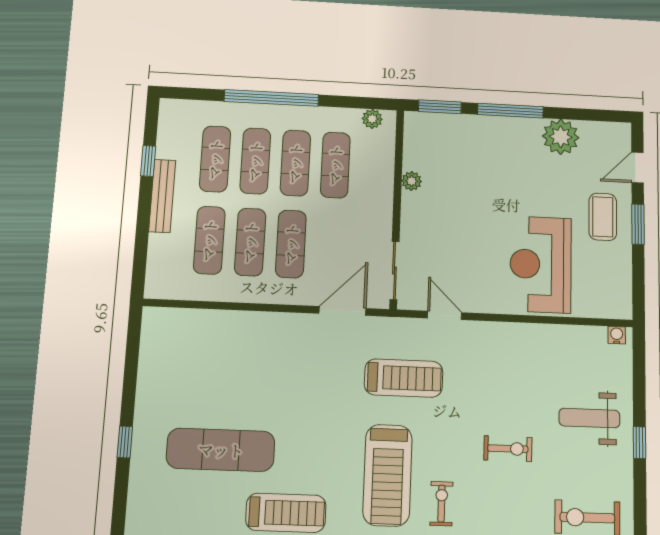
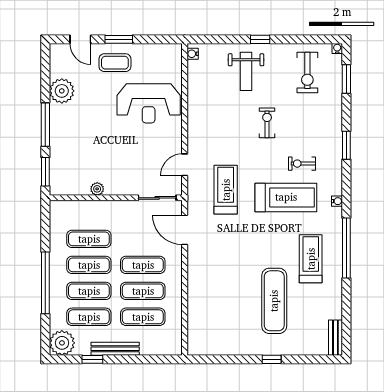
plant: (372, 119) -> (62, 343), moved, width x1.87, depth x1.87

